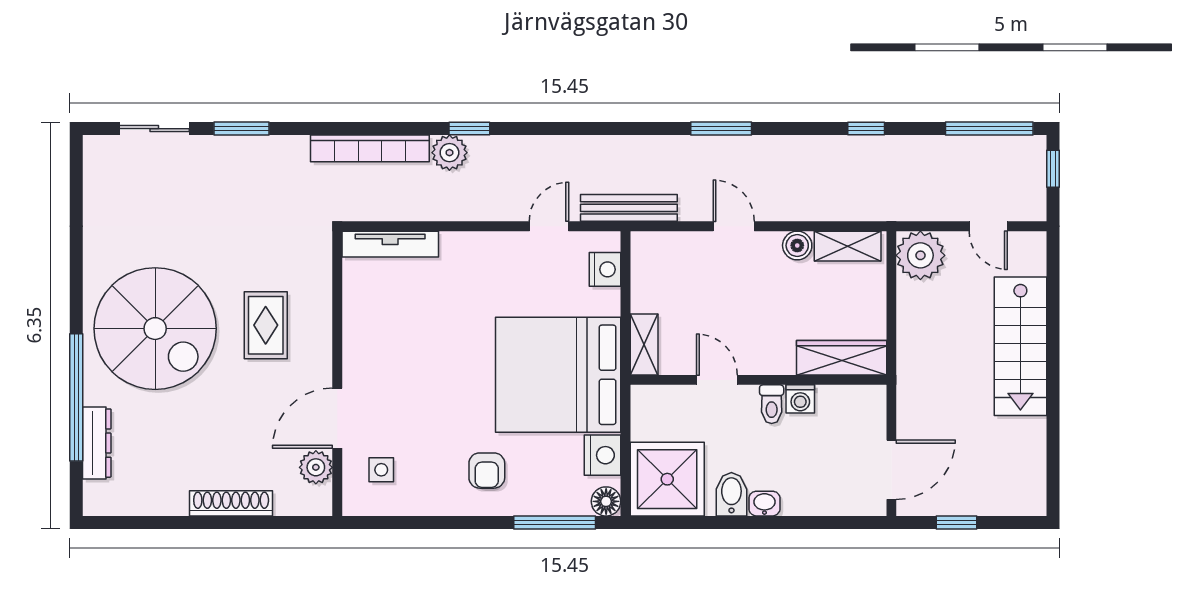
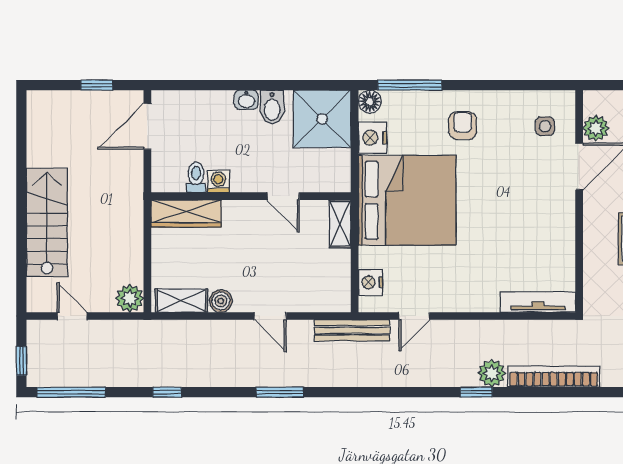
plant: (920, 255) -> (130, 298), width x0.73, depth x0.73
toilet: (772, 404) -> (196, 177), moved

